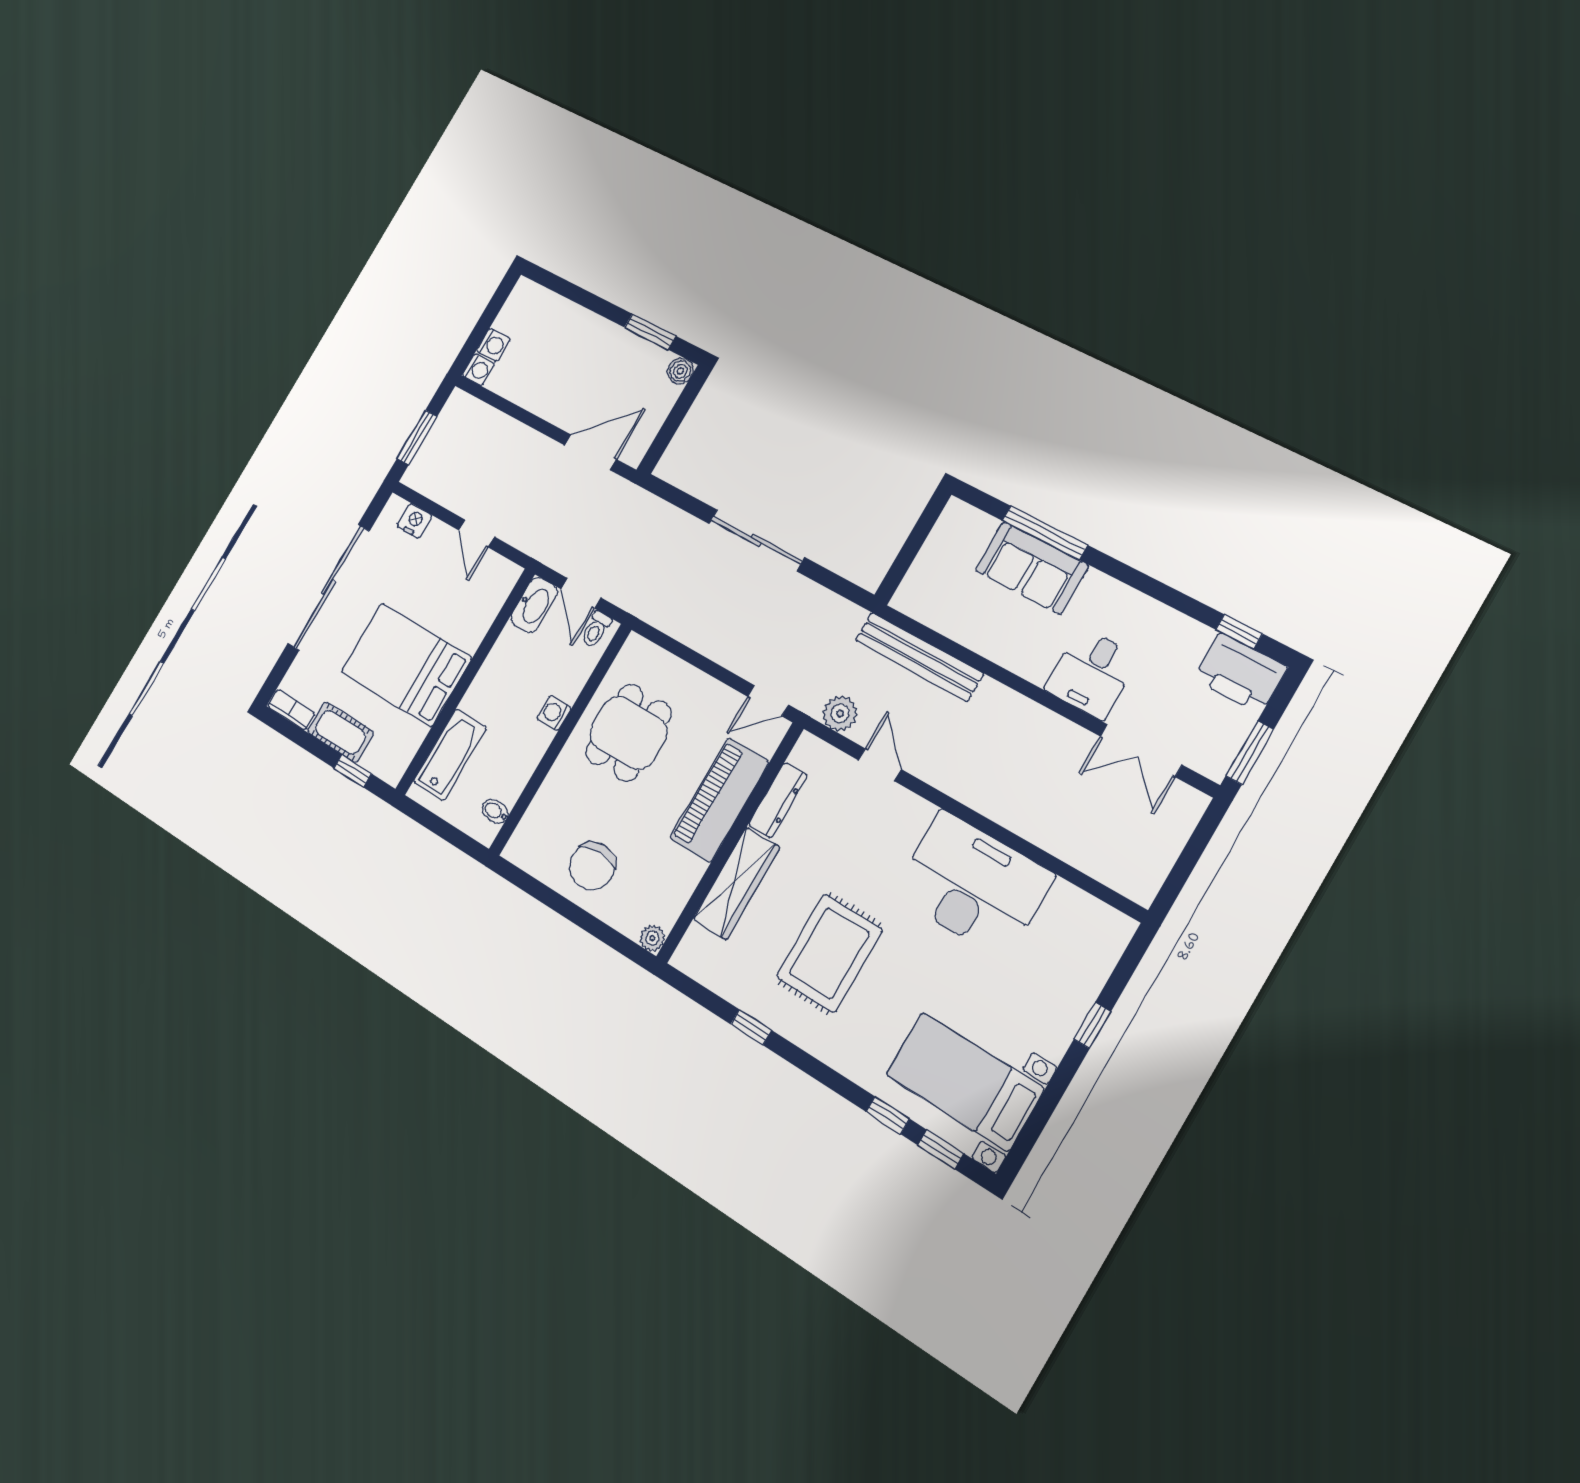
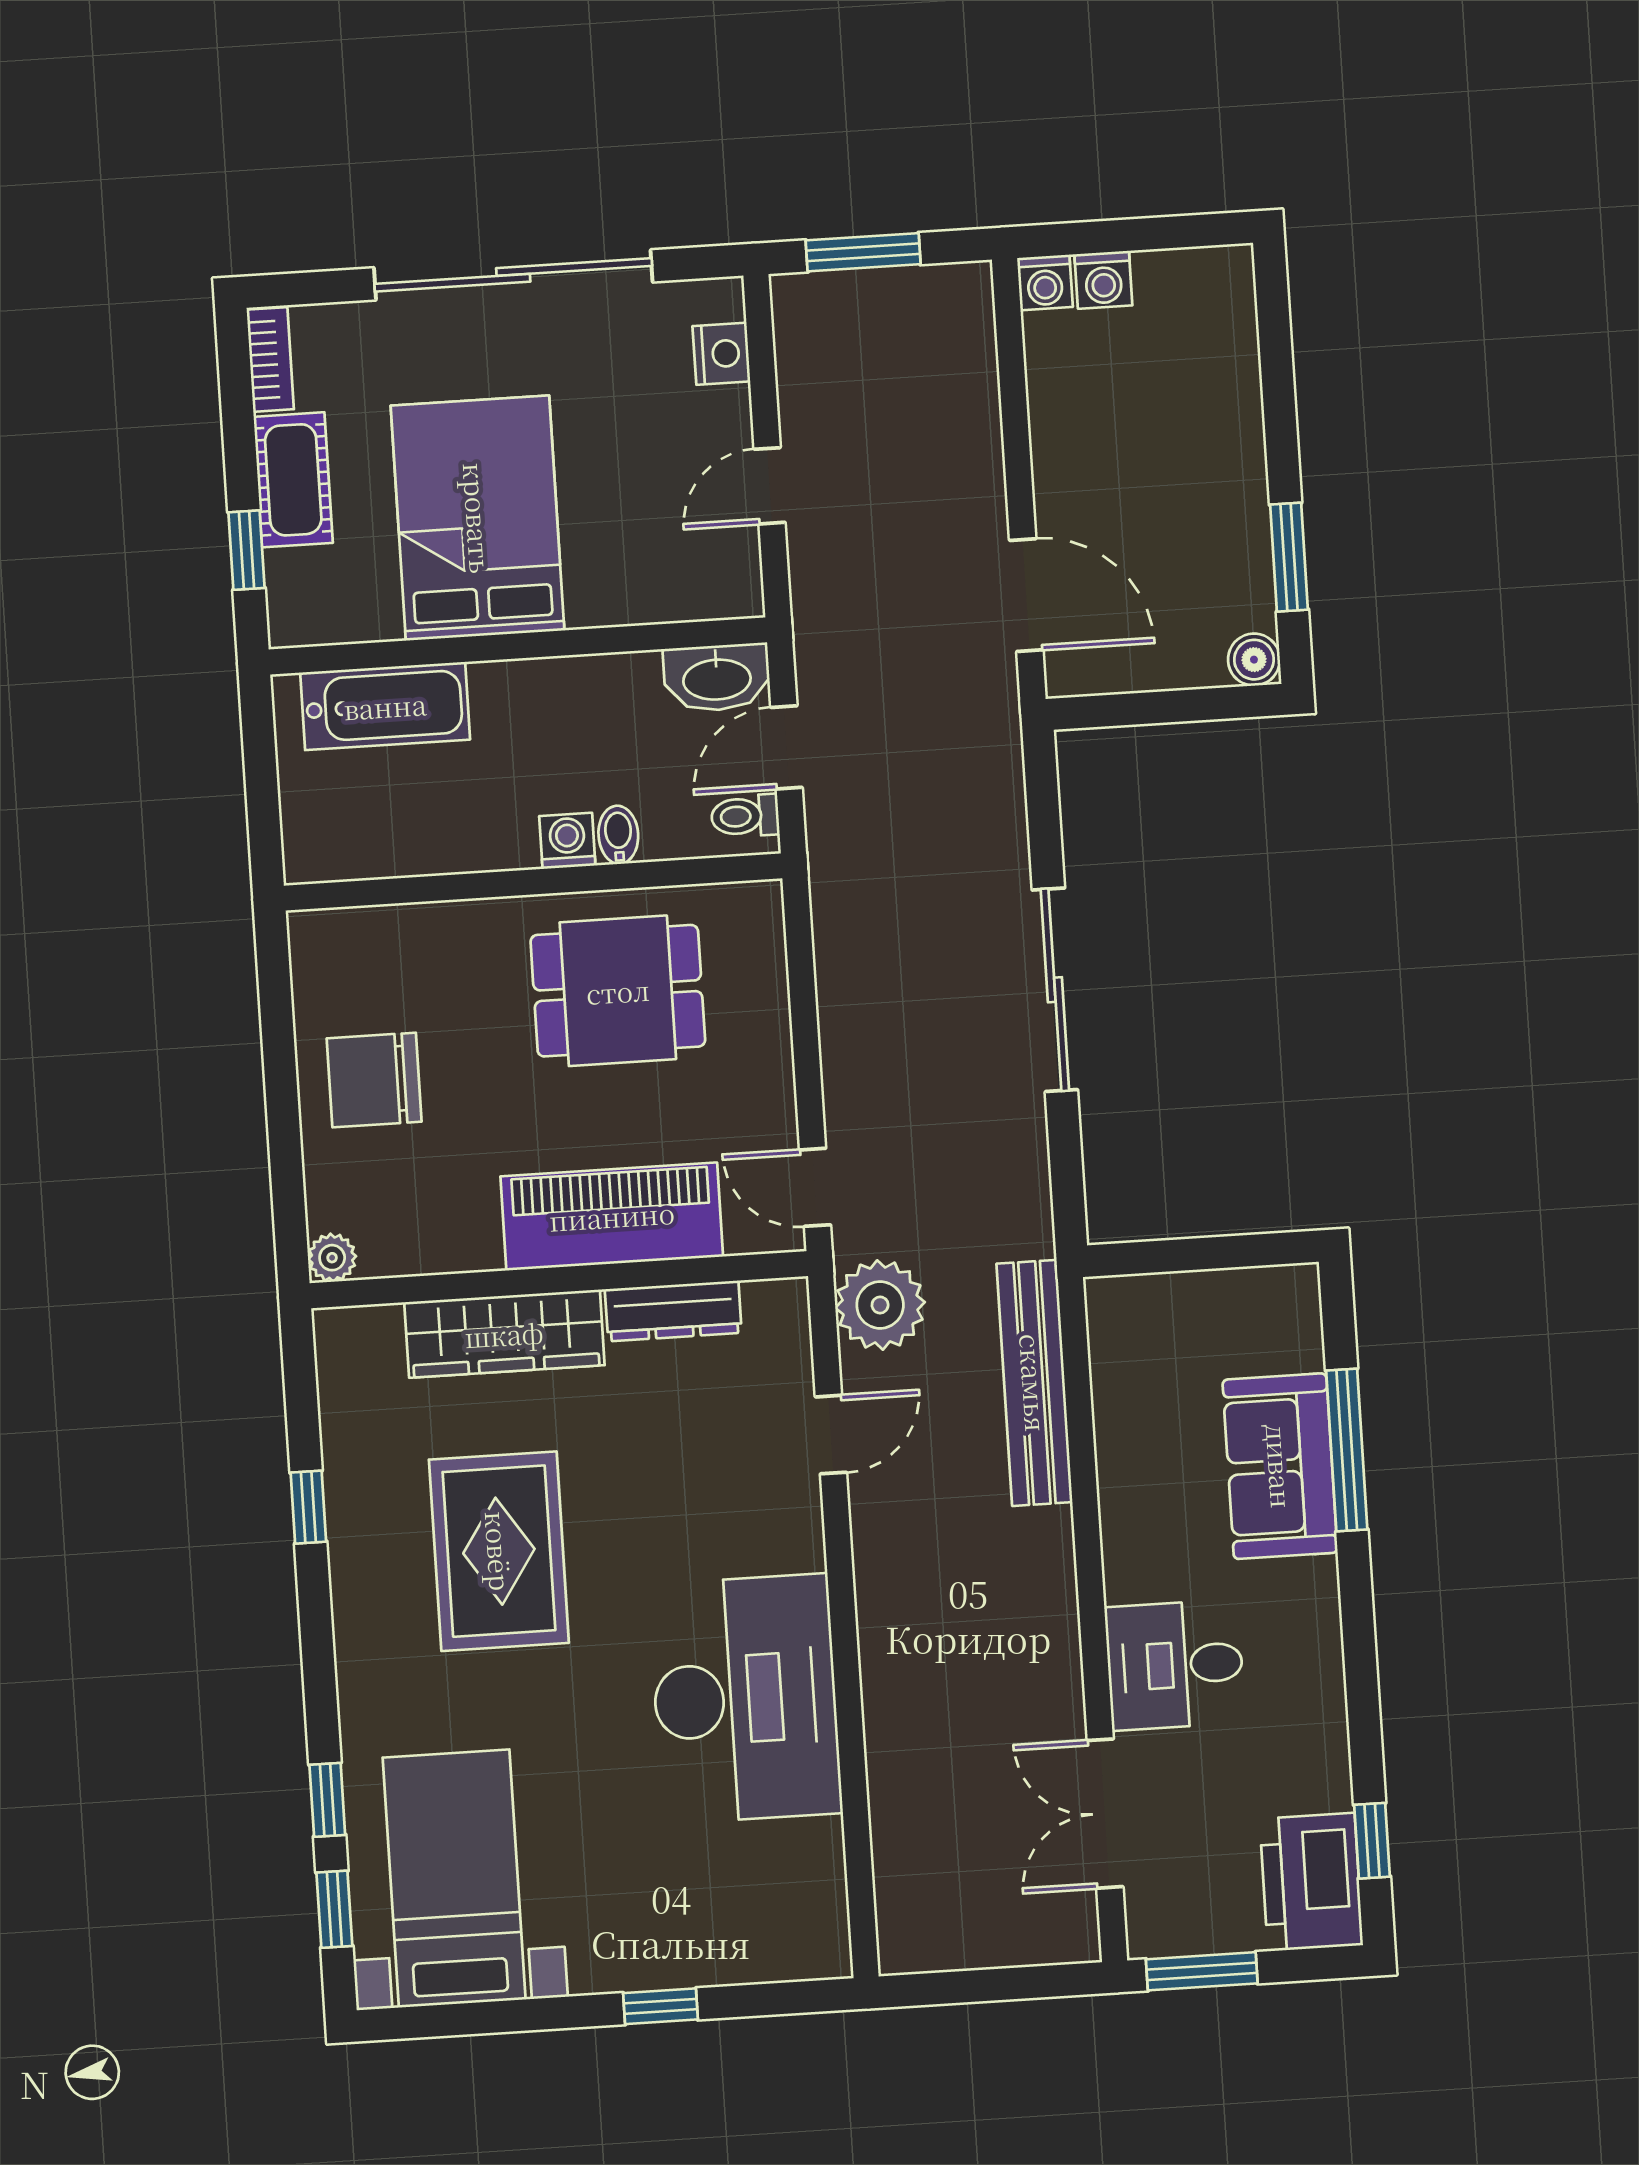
plant: (840, 713) -> (880, 1305), width x1.36, depth x1.36
bidet: (495, 811) -> (618, 835), moved
rug: (829, 953) -> (499, 1551), turned 90

